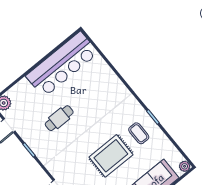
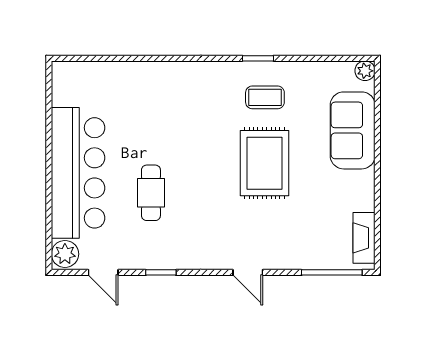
bar counter: (62, 64) -> (78, 173), moved

